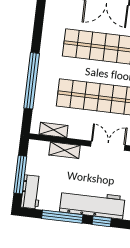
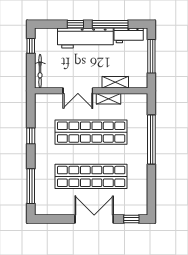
shelving: (54, 130) -> (108, 99), moved
workbench: (31, 192) -> (129, 35), moved, turned -90

